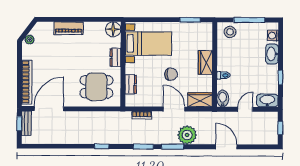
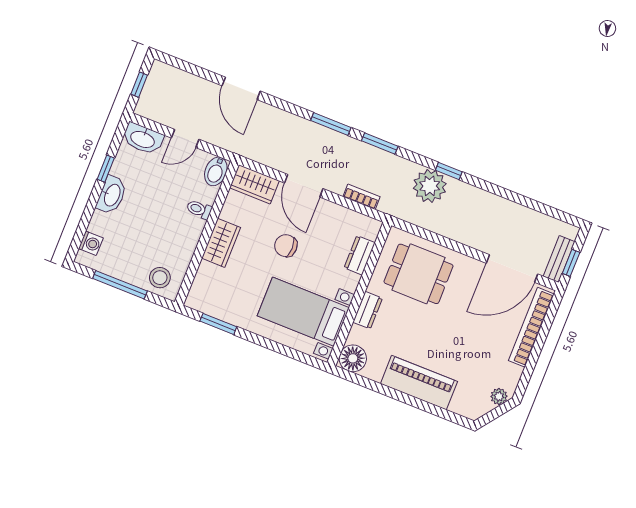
piano: (69, 28) -> (419, 383), width x1.37, depth x1.33
washbasin: (272, 54) -> (112, 195), moved
plant: (187, 135) -> (430, 186), moved

